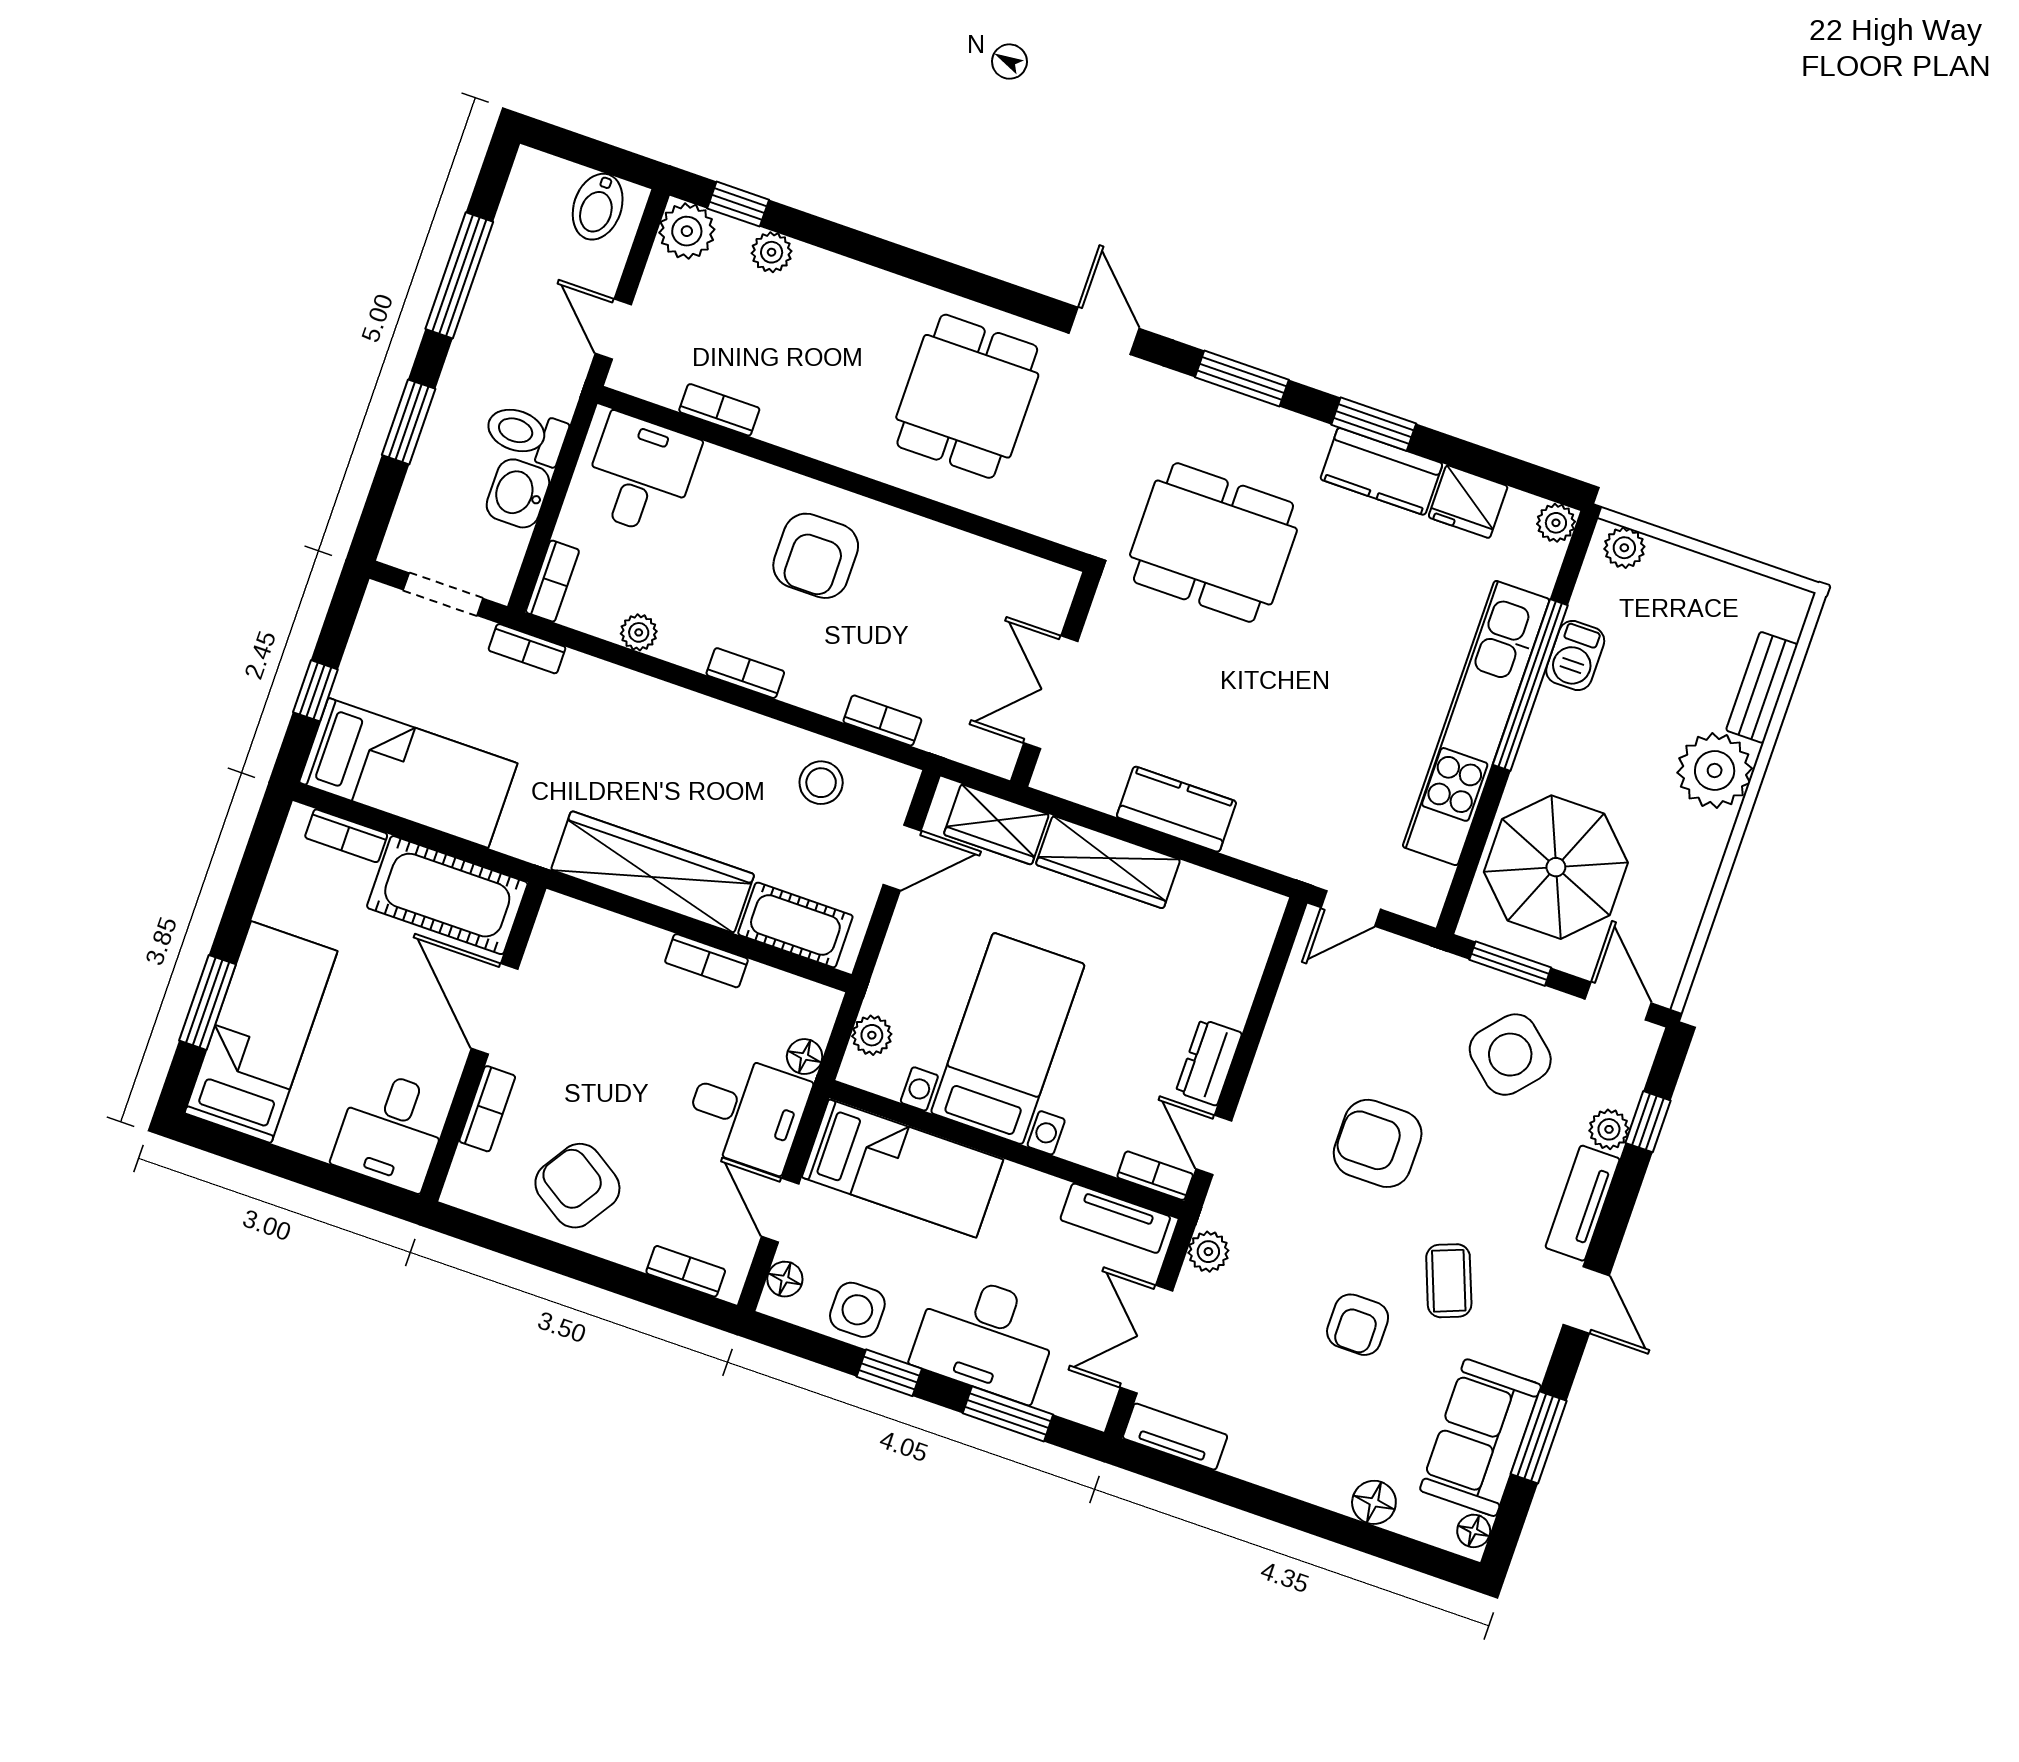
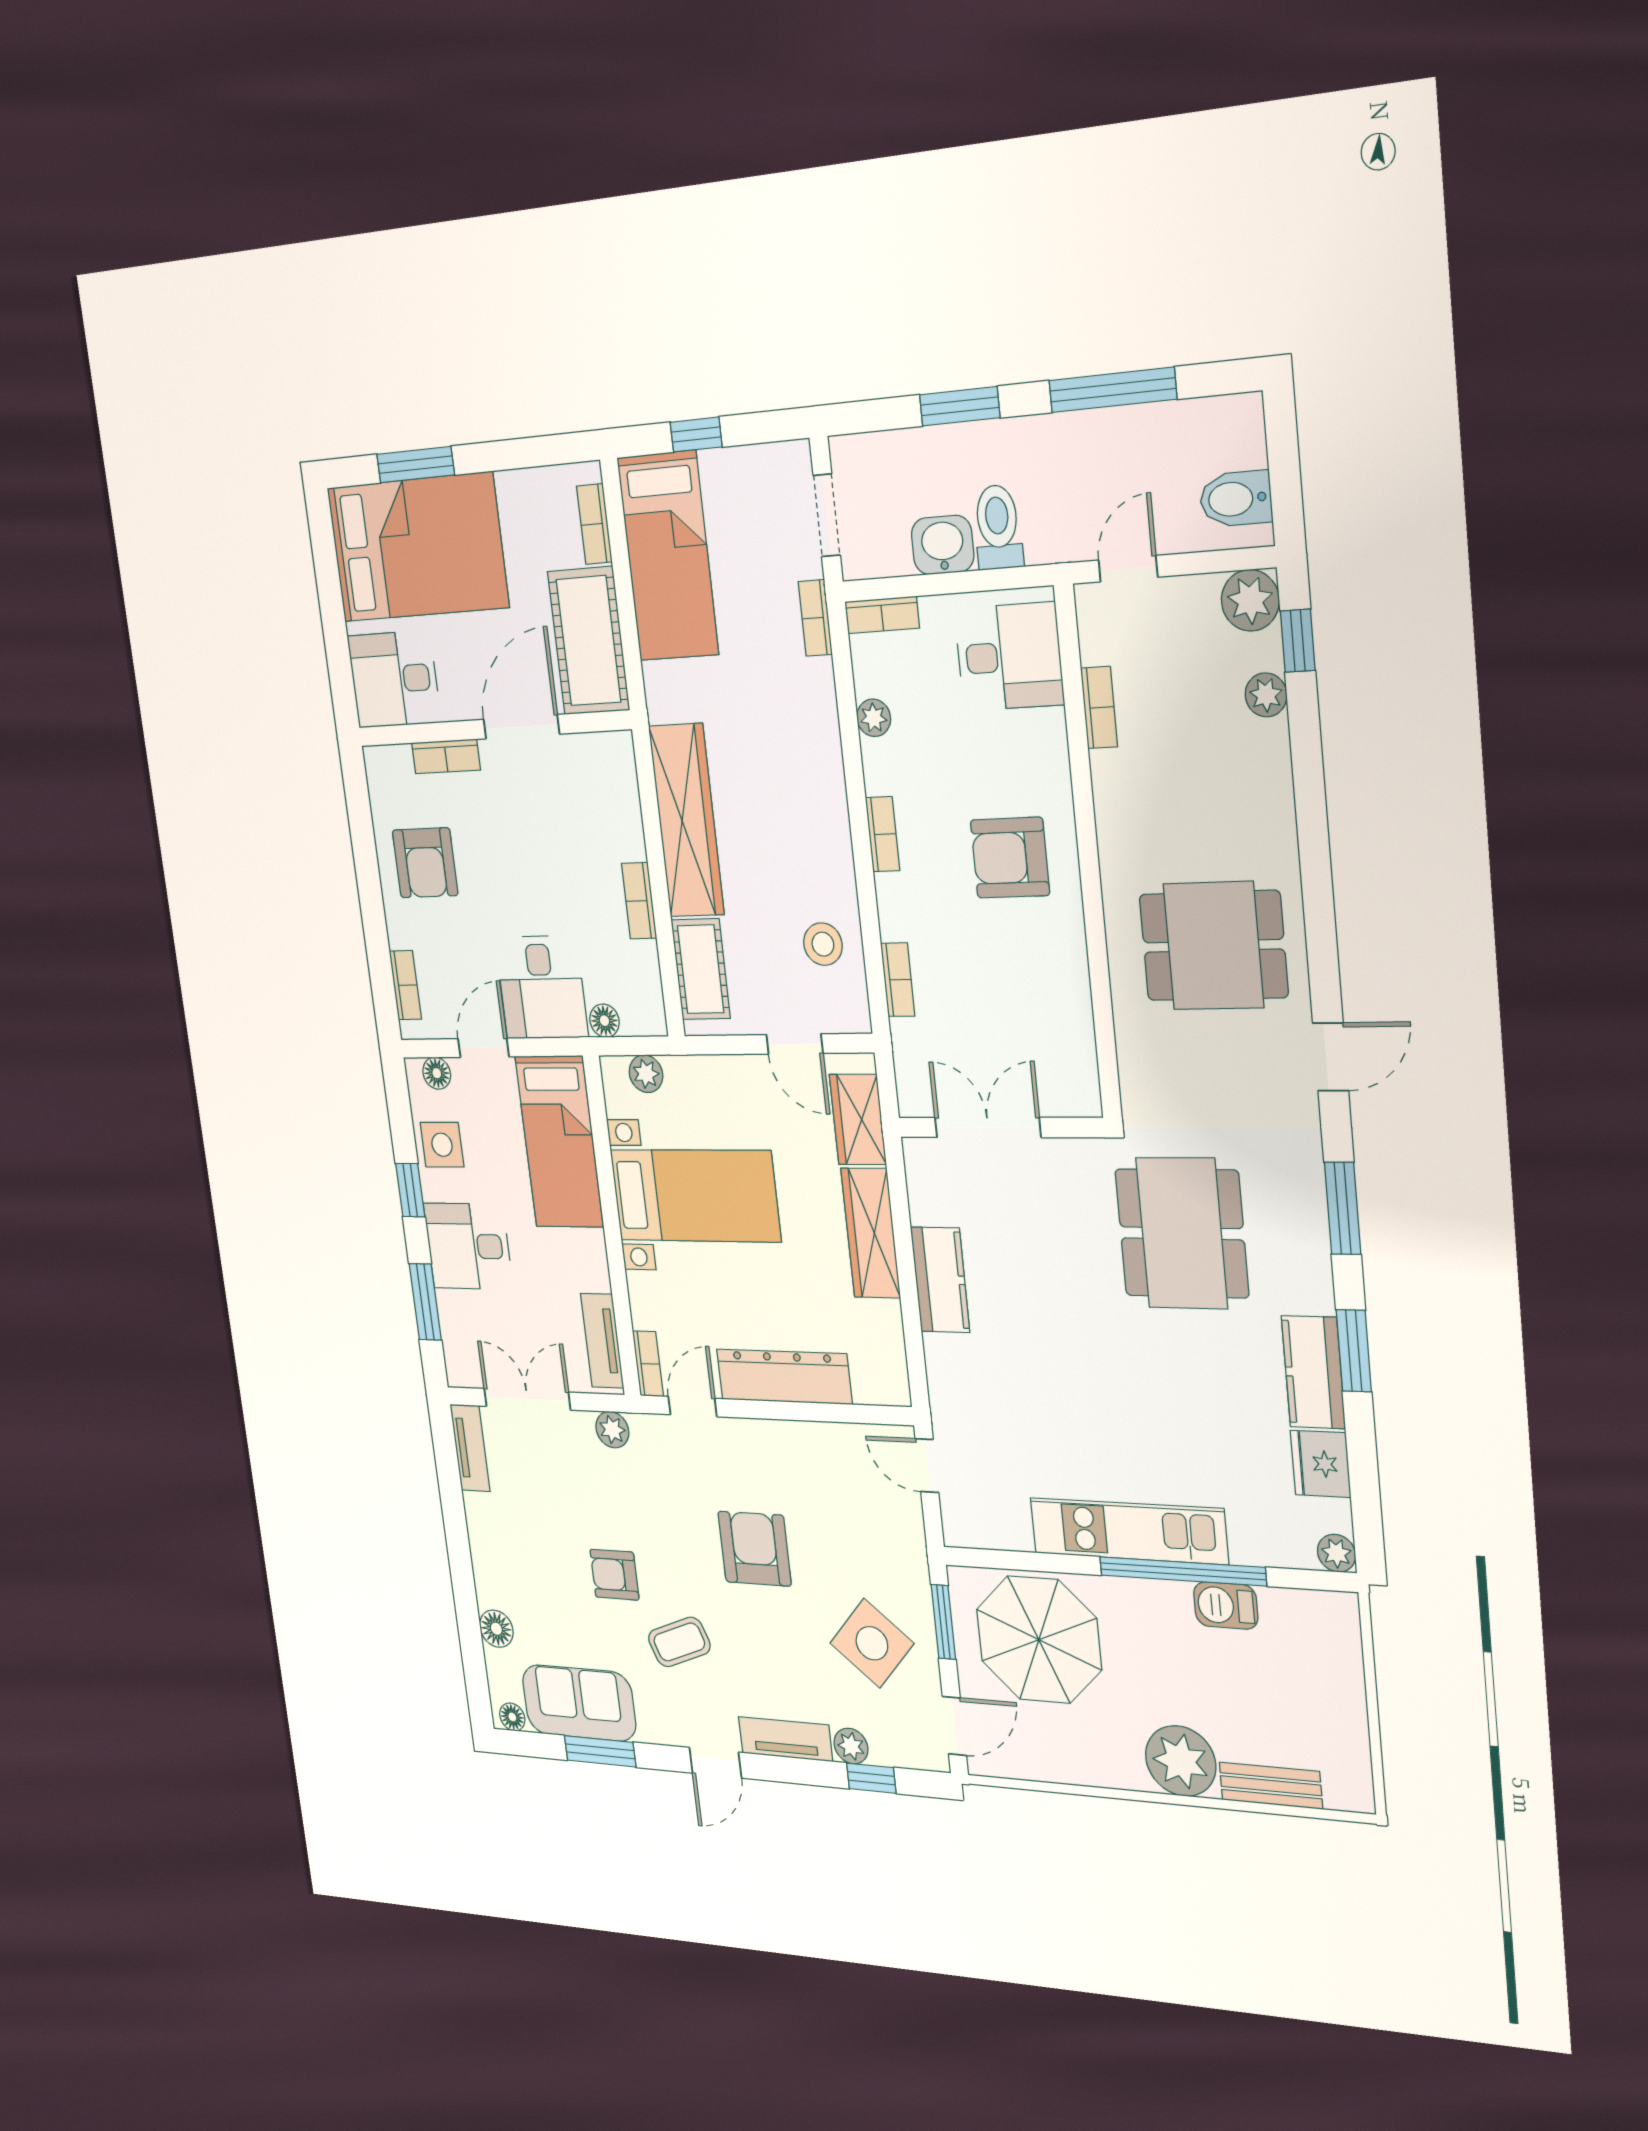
plant: (1624, 548) -> (1341, 1624), removed
kitchen unit: (1476, 723) -> (1129, 1531), width x0.73
bed: (261, 1032) -> (417, 547), width x1.50
dresser: (1209, 1062) -> (784, 1377), width x1.96, depth x1.24
armchair: (577, 1186) -> (425, 863), turned 147
desk: (986, 1337) -> (468, 1246), width x0.73

